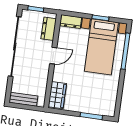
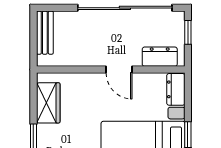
wardrobe: (57, 95) -> (48, 103), moved, turned -90

